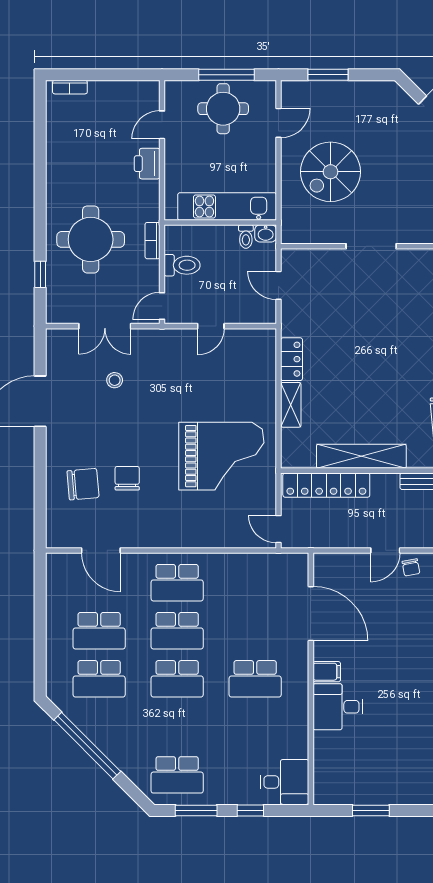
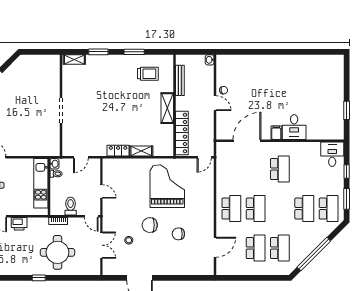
spiral stairs: (331, 172) -> (23, 131), removed
window: (40, 274) -> (39, 278), moved
shelving: (361, 456) -> (167, 108), width x0.68
chair: (83, 484) -> (150, 225), moved, turned -85
school desk: (177, 679) -> (304, 209), moved

